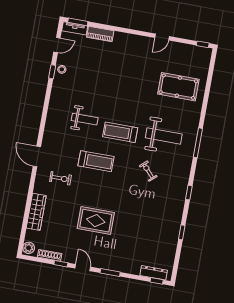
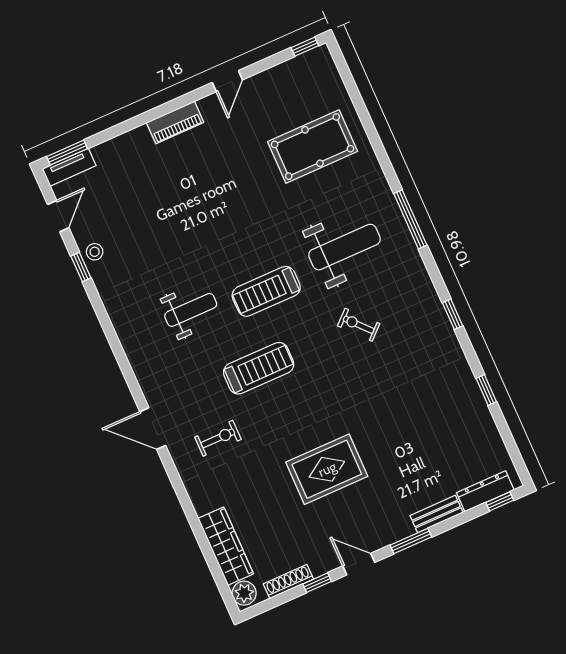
piano: (100, 34) -> (175, 122), moved
wardrobe: (36, 212) -> (226, 546), moved
bench: (128, 269) -> (437, 514), added

